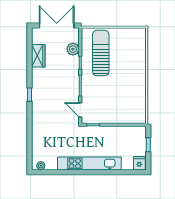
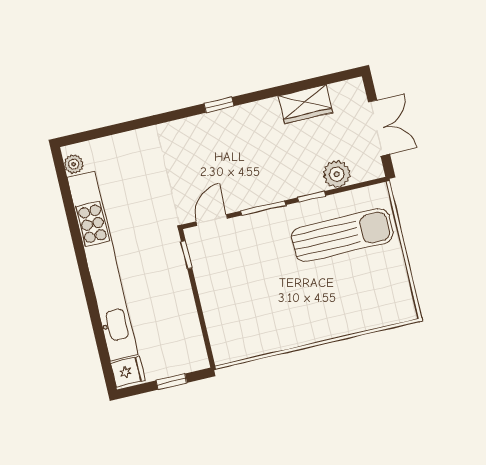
double door: (57, 25) -> (379, 128), width x0.73
kitchen unit: (89, 163) -> (102, 266), width x1.36

